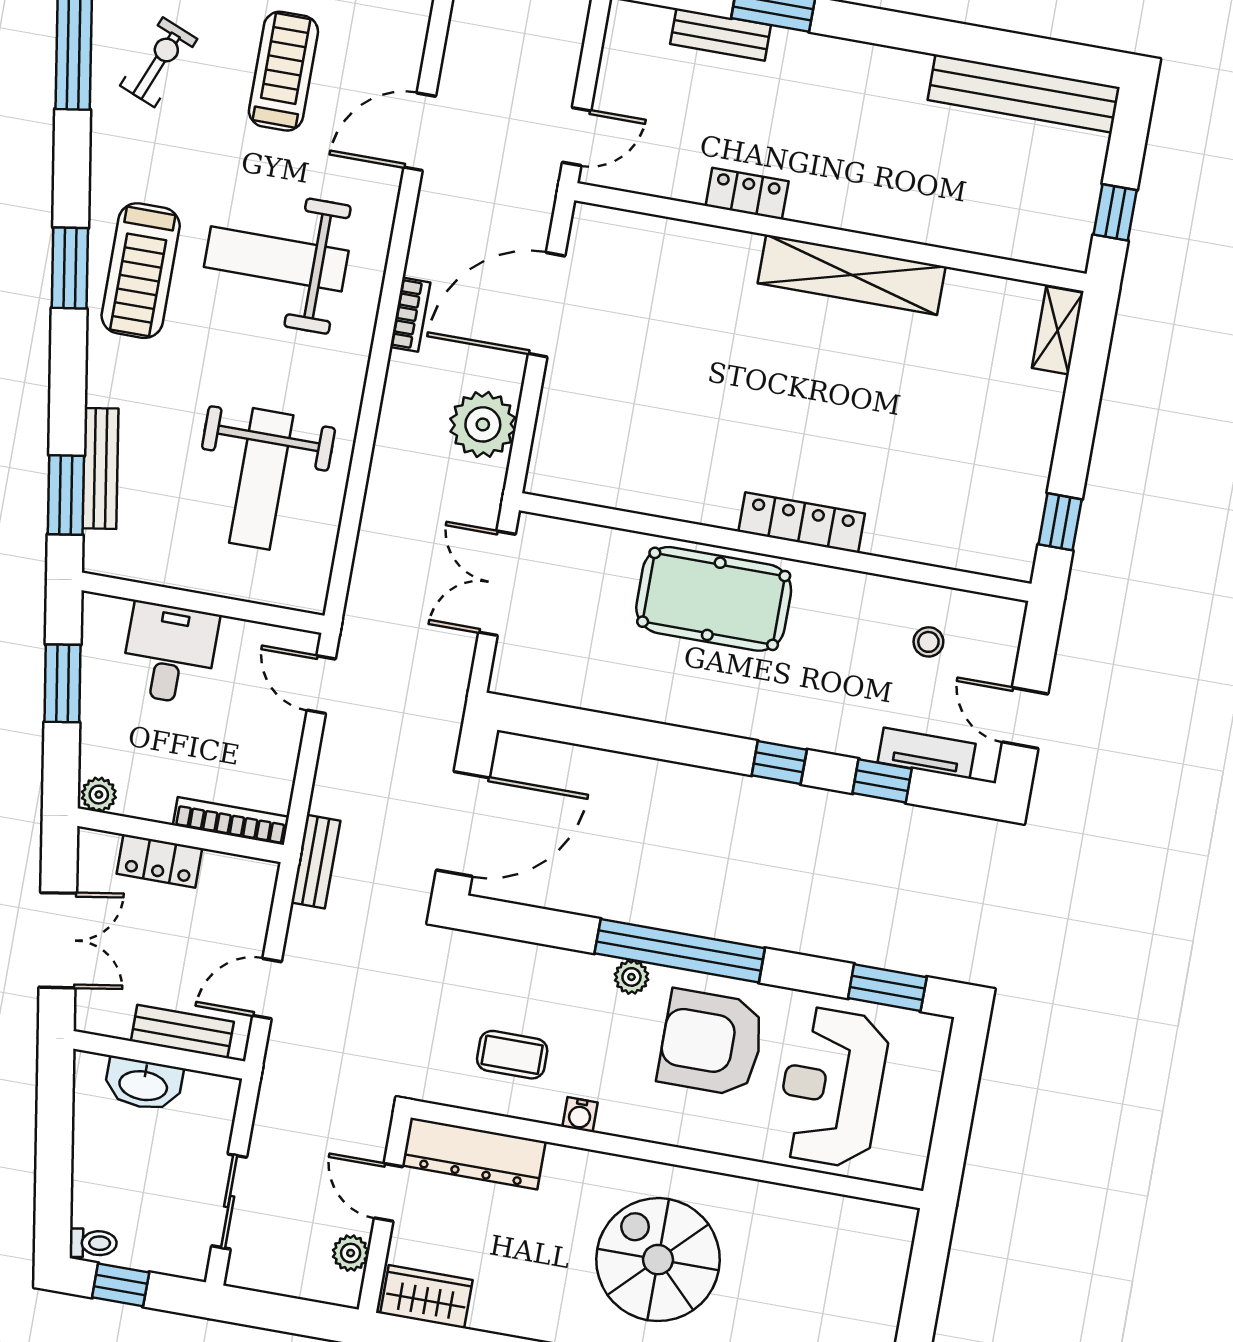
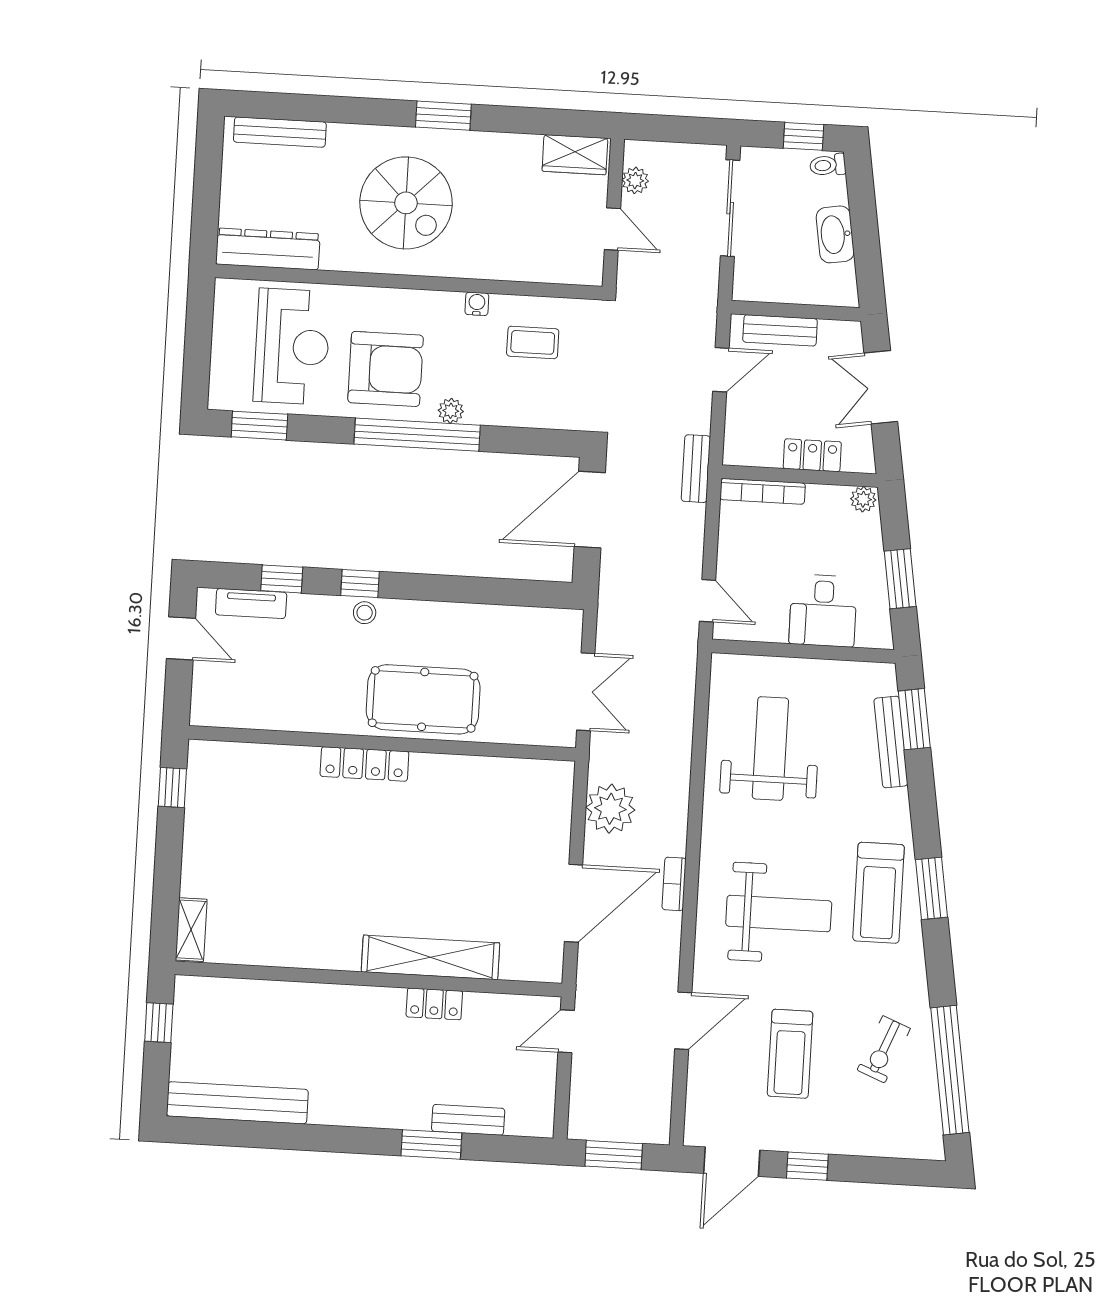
treadmill: (141, 271) -> (879, 893), turned 180
shelving: (852, 275) -> (430, 957), moved
stool: (928, 642) -> (365, 613), moved
washbasin: (143, 1084) -> (835, 234), moved, turned -99
dresser: (474, 1154) -> (268, 249), moved
sliding door: (229, 1201) -> (730, 208), width x1.37

